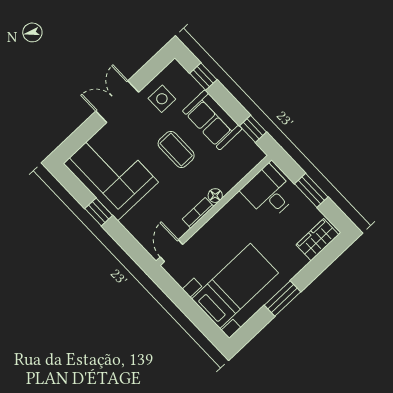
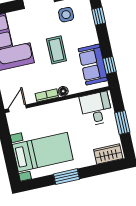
sofa: (212, 120) -> (93, 65), moved

